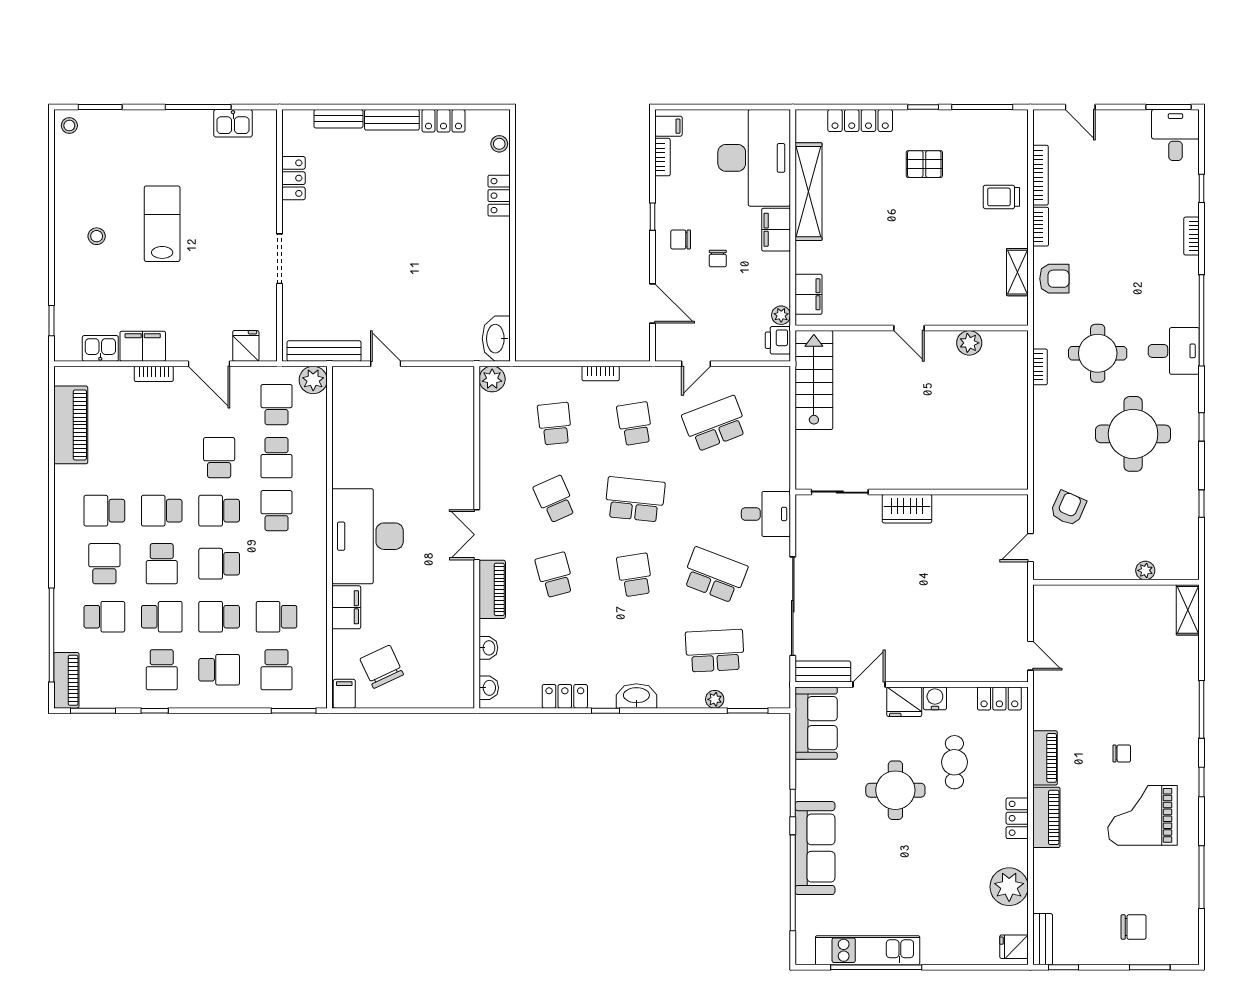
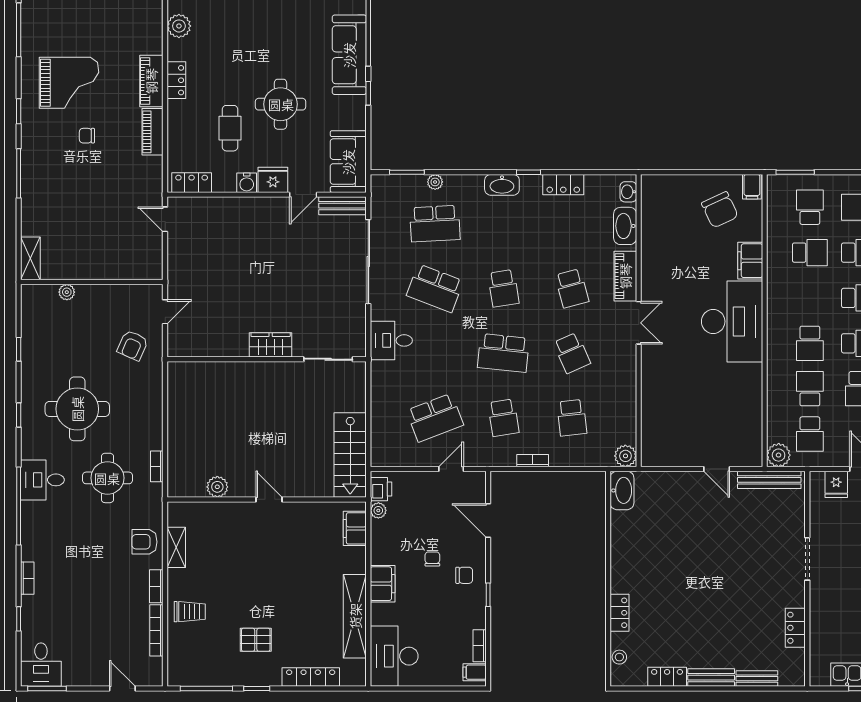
desk: (754, 158) -> (394, 656), width x0.73, depth x0.77
washbasin: (488, 648) -> (625, 226), width x1.91, depth x1.45
plant: (1009, 887) -> (179, 26), width x0.73, depth x0.73

